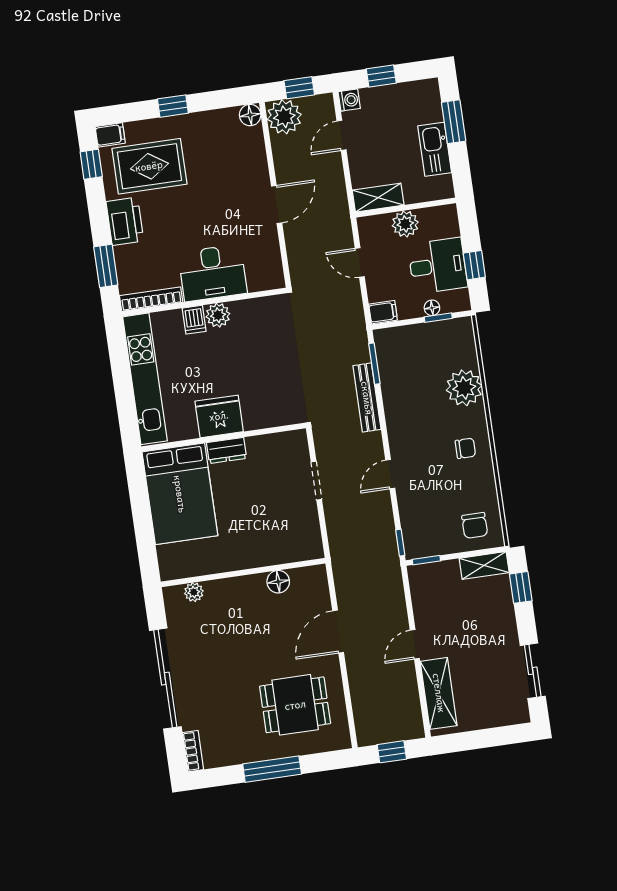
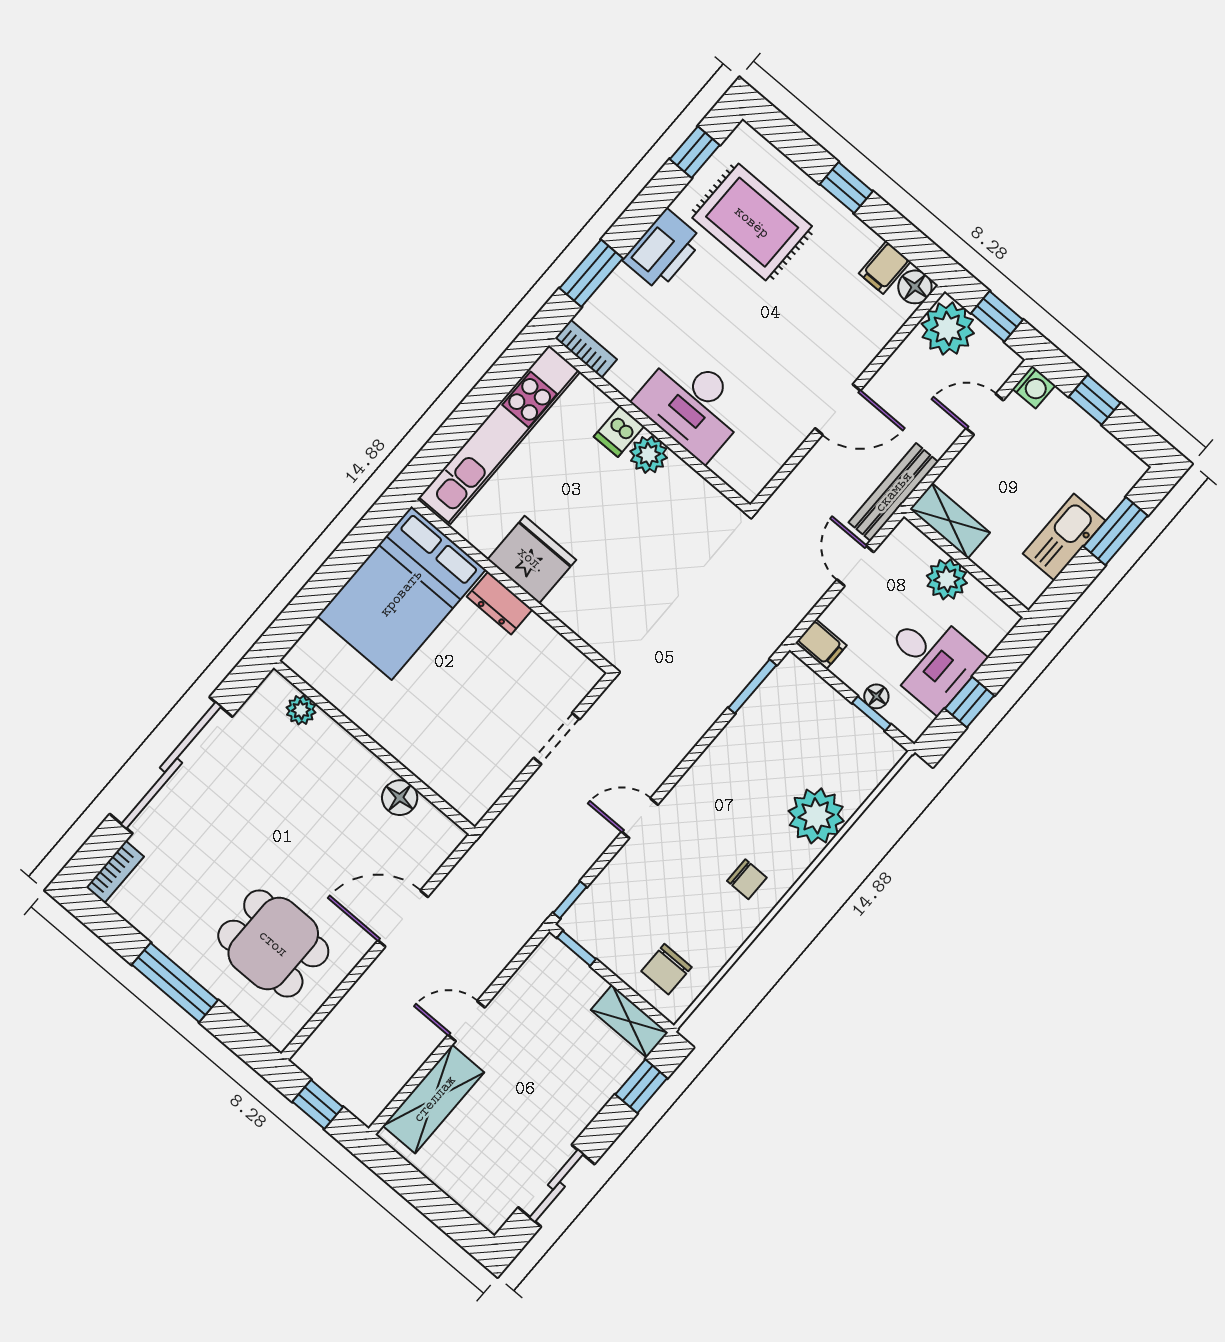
filing cabinet: (110, 135) -> (885, 268), moved, turned 90
bookcase: (151, 299) -> (586, 349), width x0.64
bench: (367, 398) -> (893, 492), moved

